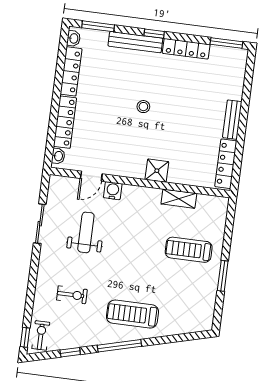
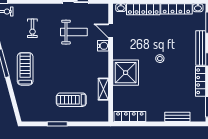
bench: (232, 120) -> (177, 117), moved
shower: (157, 171) -> (126, 73), width x1.86, depth x1.86
treadmill: (189, 250) -> (71, 100), turned -90

